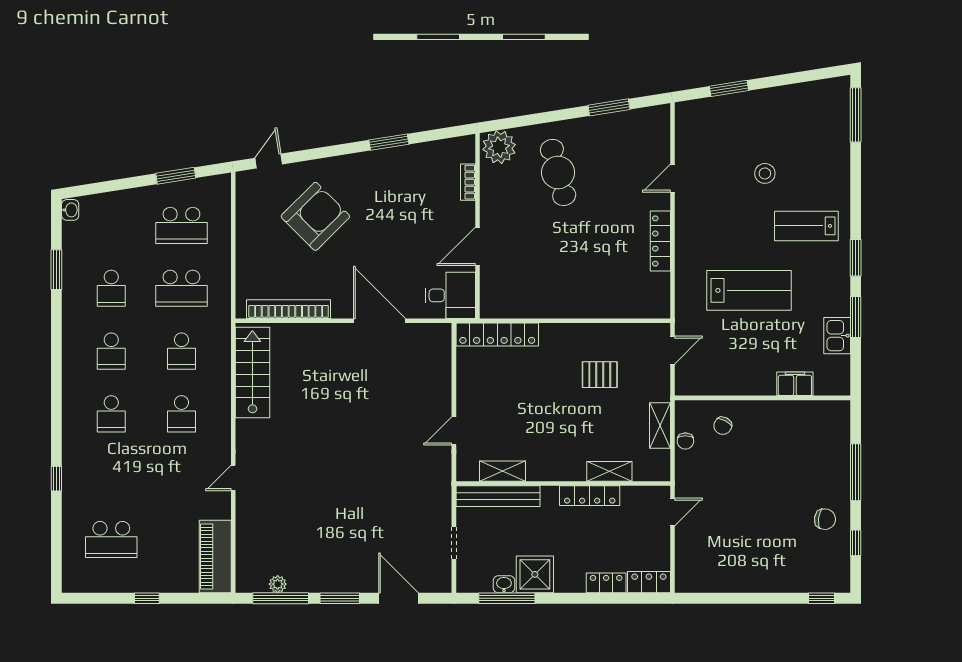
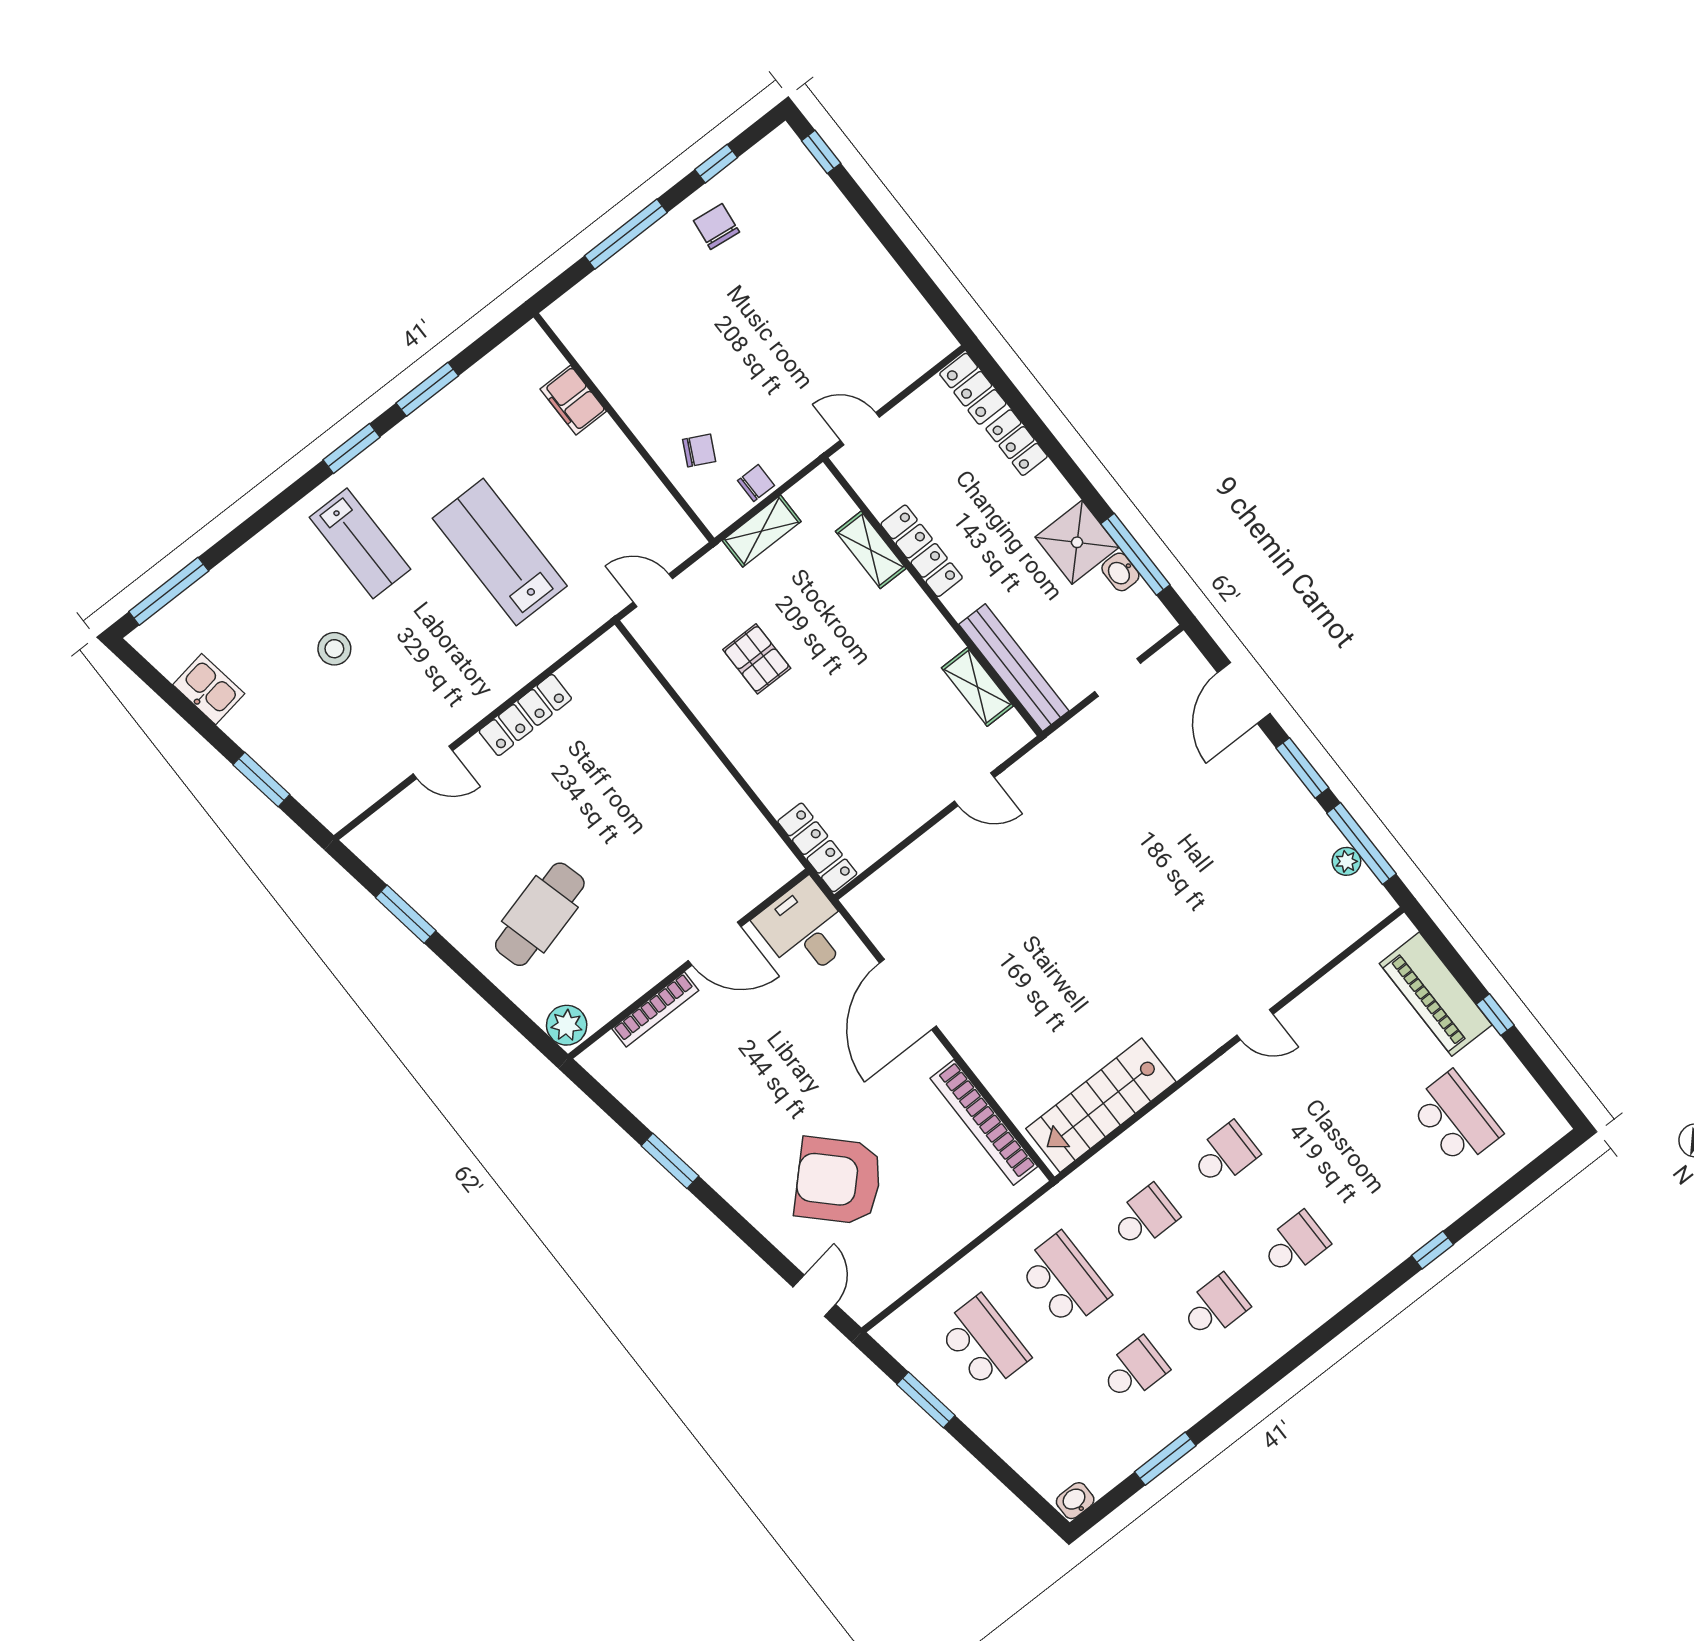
plant: (499, 147) -> (567, 1025), width x0.73, depth x0.73
door: (269, 161) -> (814, 1296), swing flipped
bookcase: (468, 182) -> (655, 1009), width x1.56
locker: (497, 335) -> (817, 847), width x0.71, depth x0.83
kitchen sink: (837, 336) -> (209, 689), moved, turned -99
piano: (215, 557) -> (1436, 994), moved, turned 90

